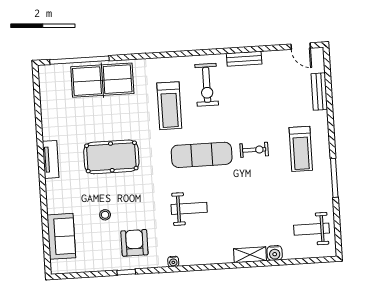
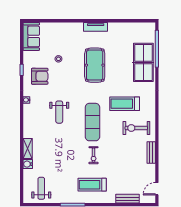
sofa: (61, 236) -> (31, 36), moved, turned -90

